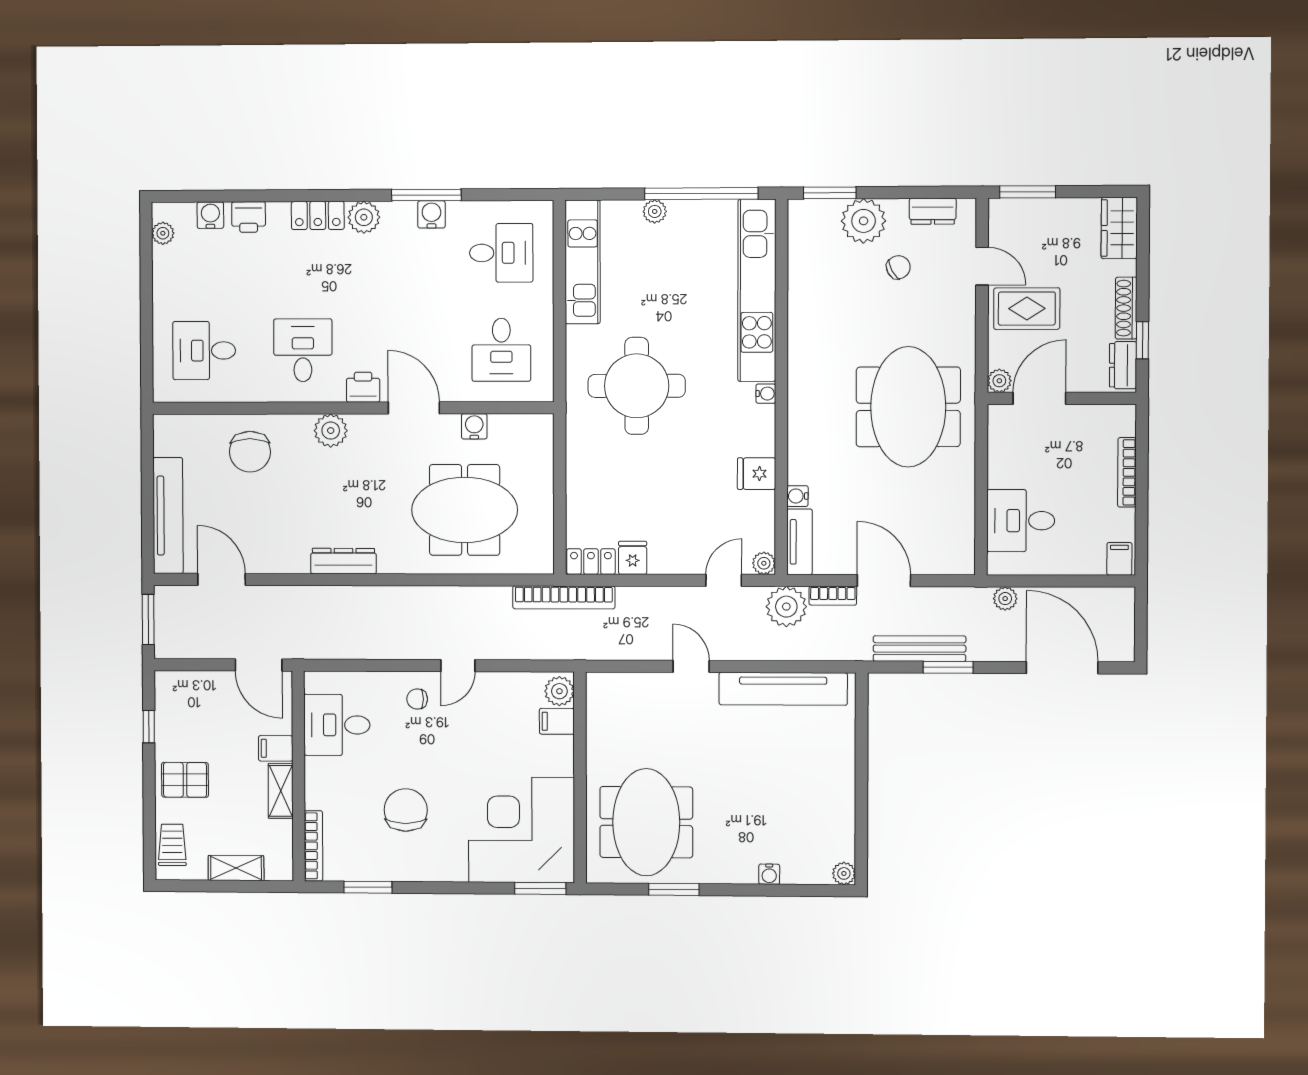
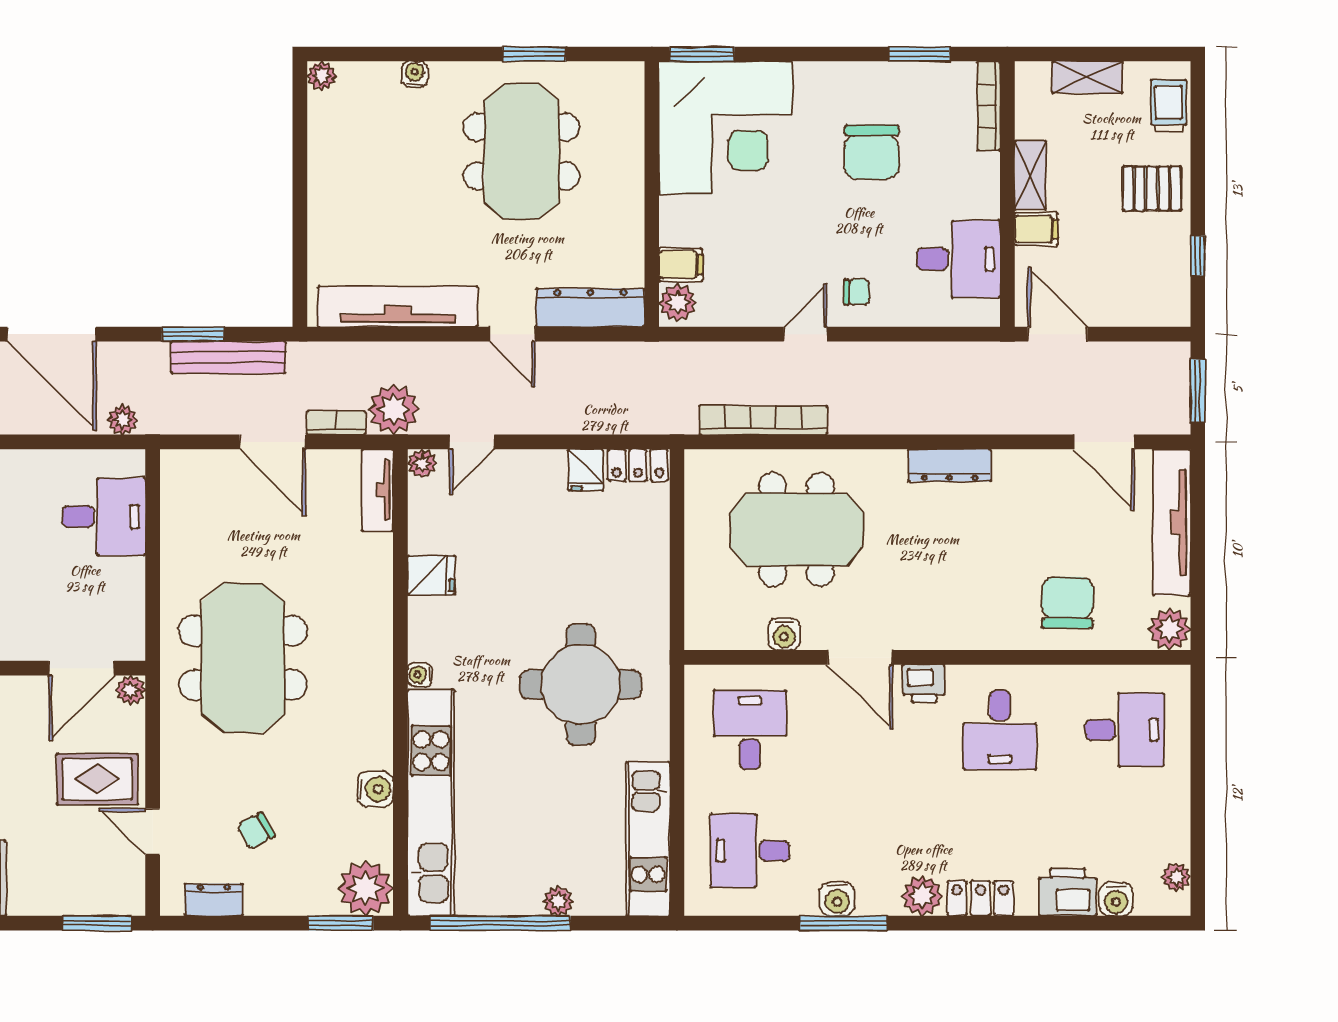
printer: (249, 217) -> (1068, 892), width x1.36, depth x1.24
plant: (864, 221) -> (366, 888), moved
plant: (331, 431) -> (1170, 629), moved
water cooler: (797, 496) -> (375, 789), moved, width x1.38, depth x1.38
bookcase: (564, 597) -> (763, 420), moved
dresser: (629, 687) -> (590, 308), added
meeting table: (646, 822) -> (521, 151), moved
trolley: (172, 845) -> (1169, 106), turned 180

